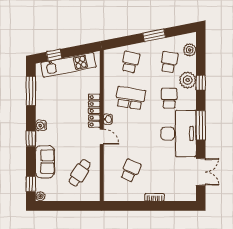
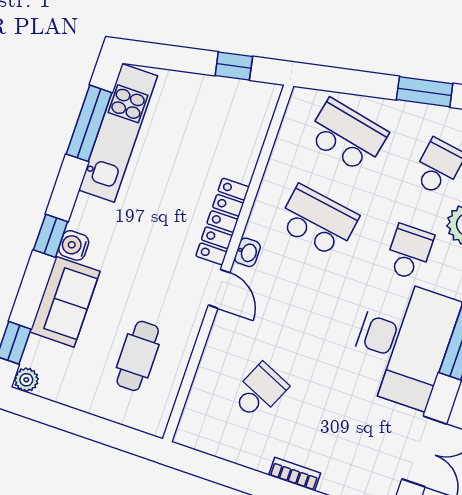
window: (54, 55) -> (234, 66), moved
school desk: (130, 62) -> (347, 136), width x1.85
kitchen unit: (68, 65) -> (118, 133), moved, turned -79
water cooler: (41, 125) -> (74, 245), moved
cafe table: (80, 173) -> (138, 356), turned -33

